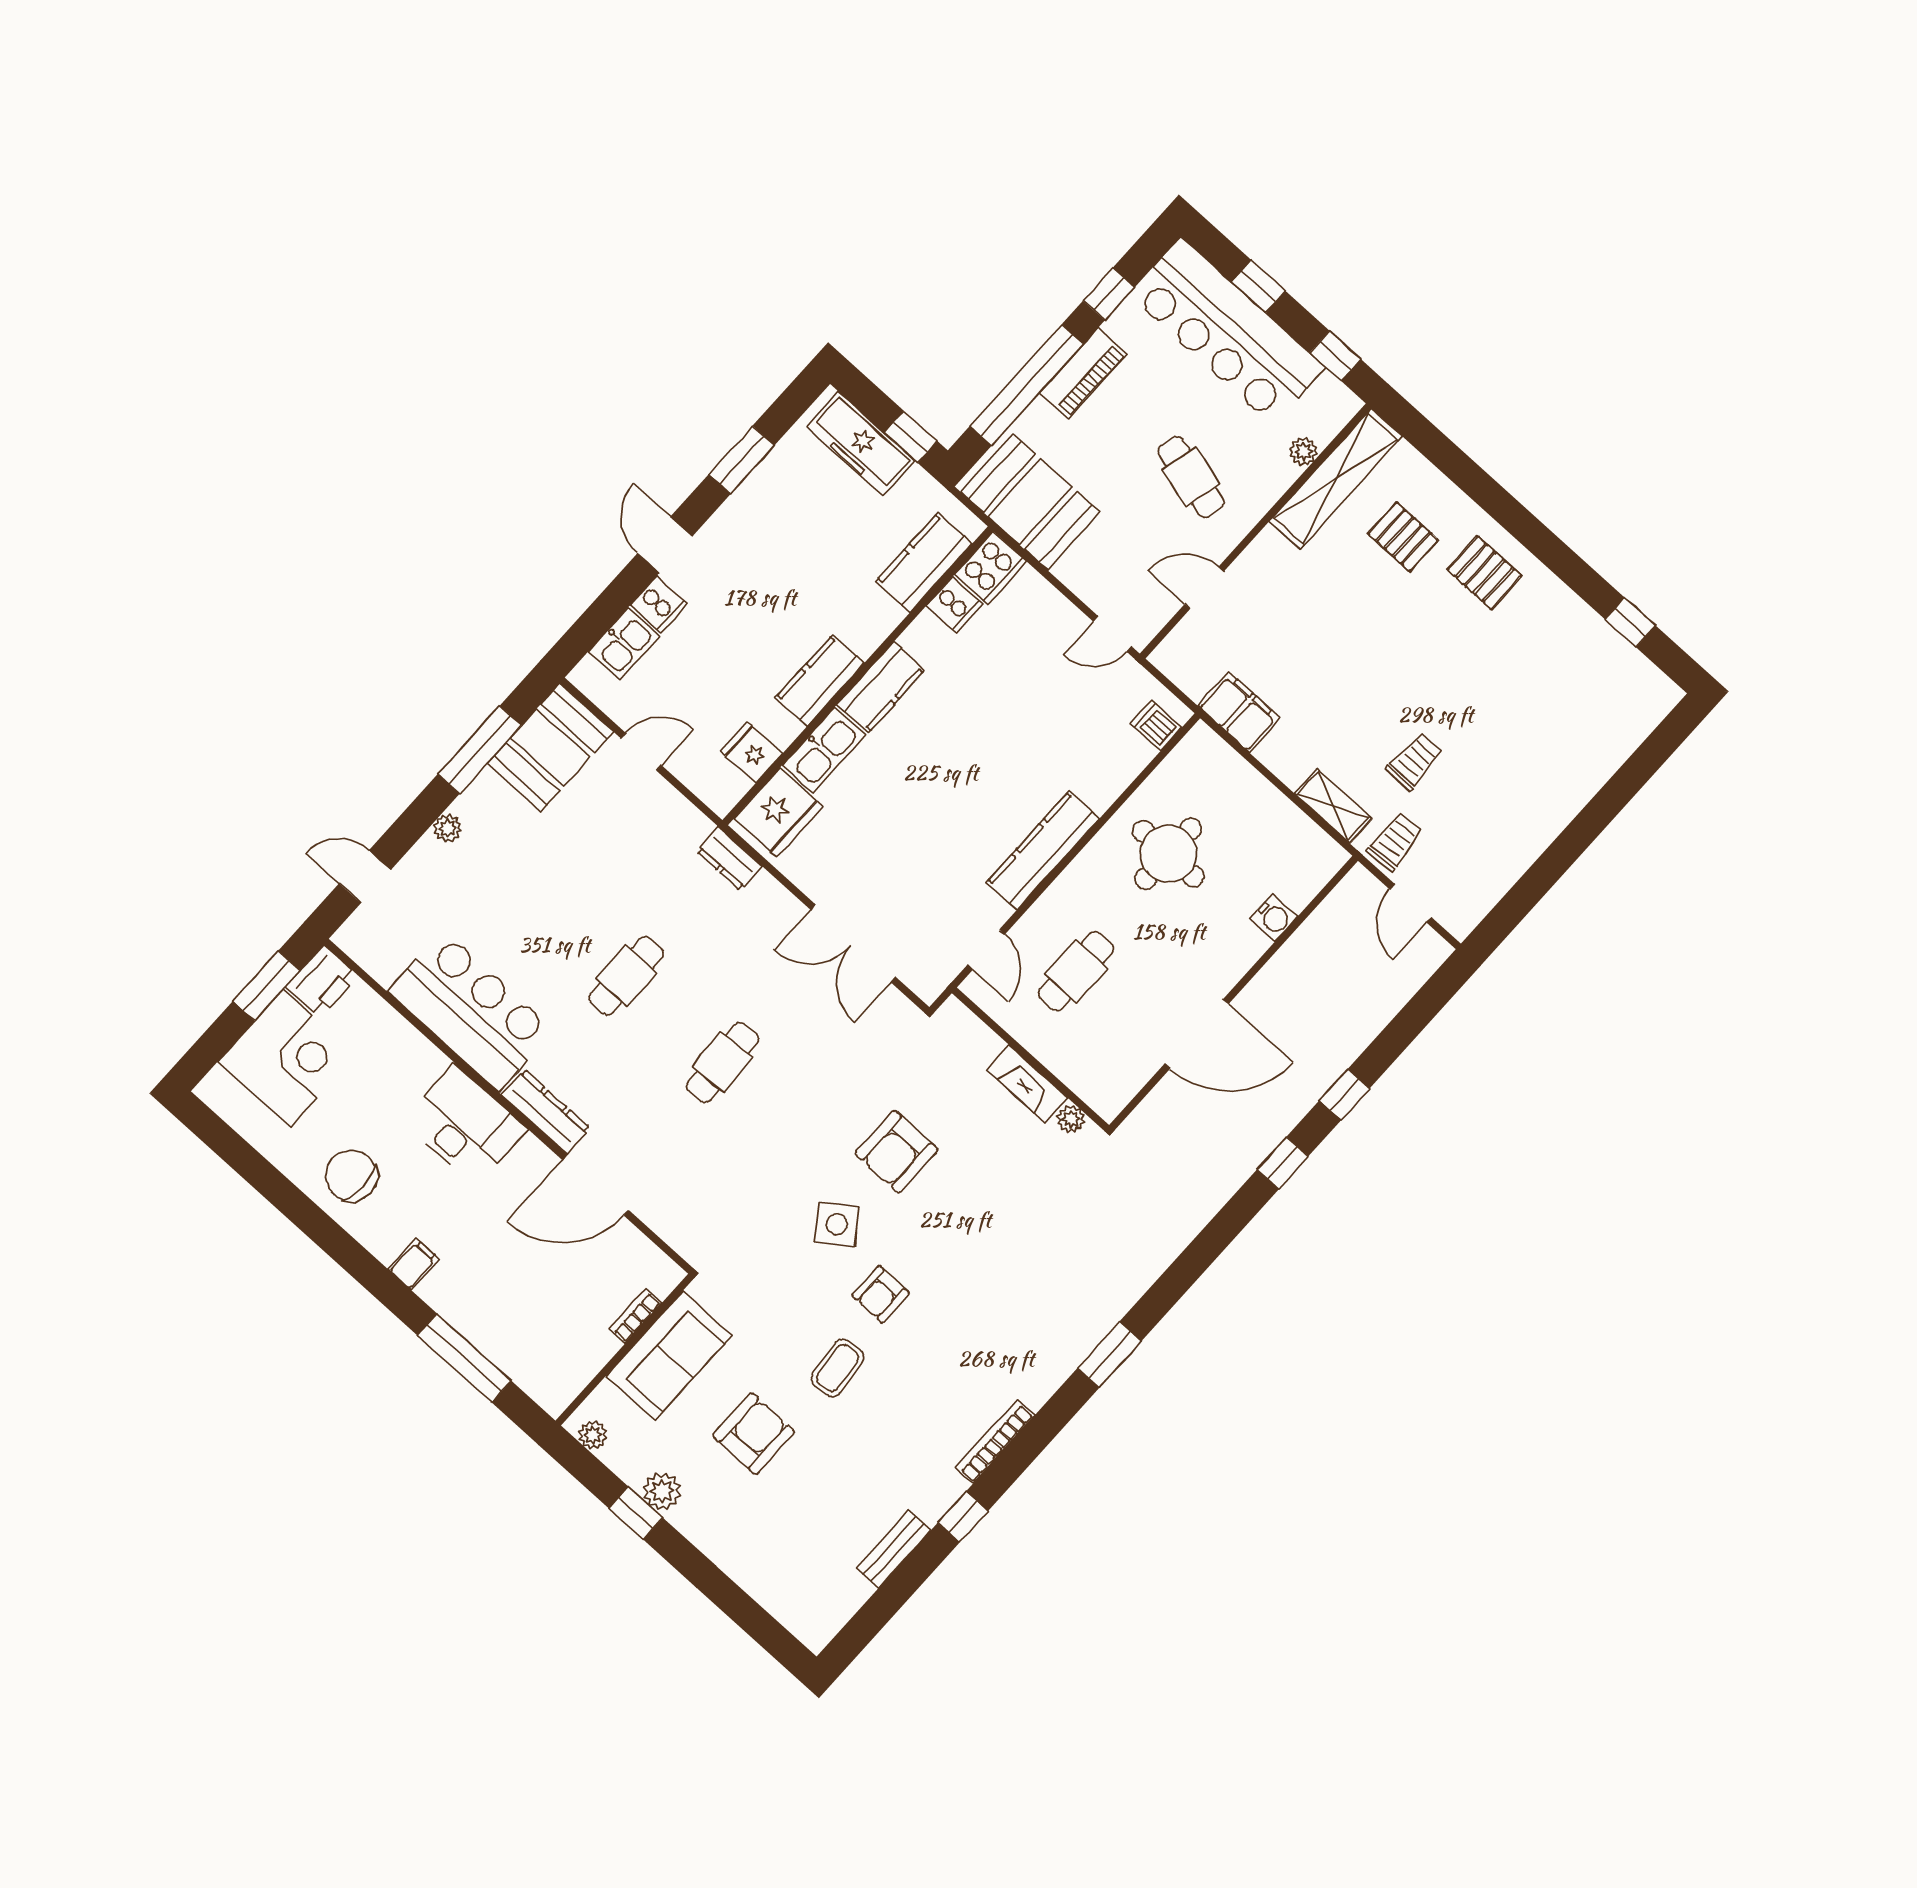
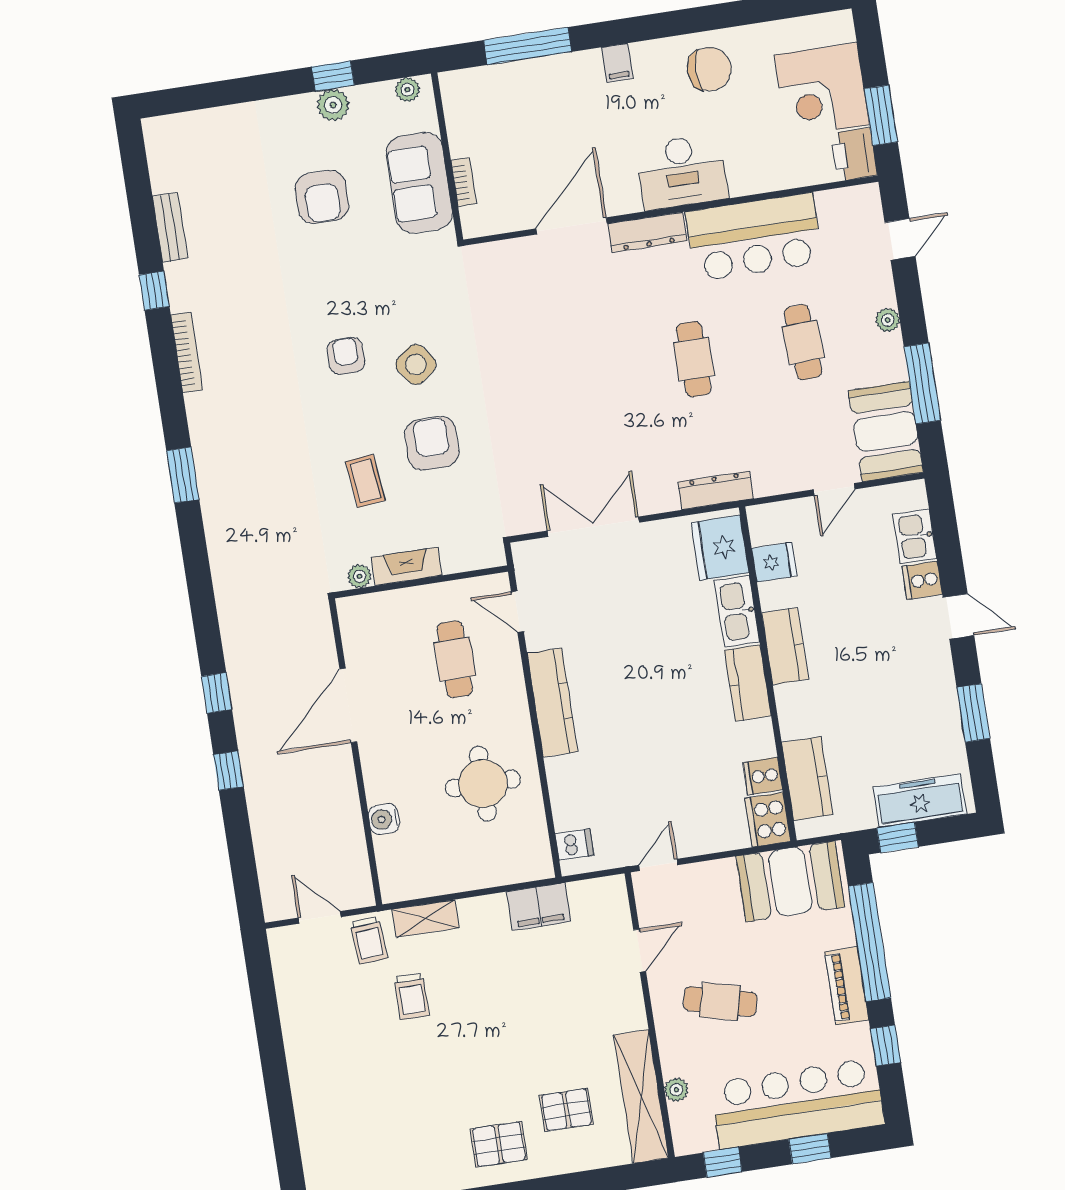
dresser: (729, 859) -> (716, 490), width x1.44
cafe table: (723, 1063) -> (803, 342), moved
coffee table: (838, 1368) -> (365, 481), moved

